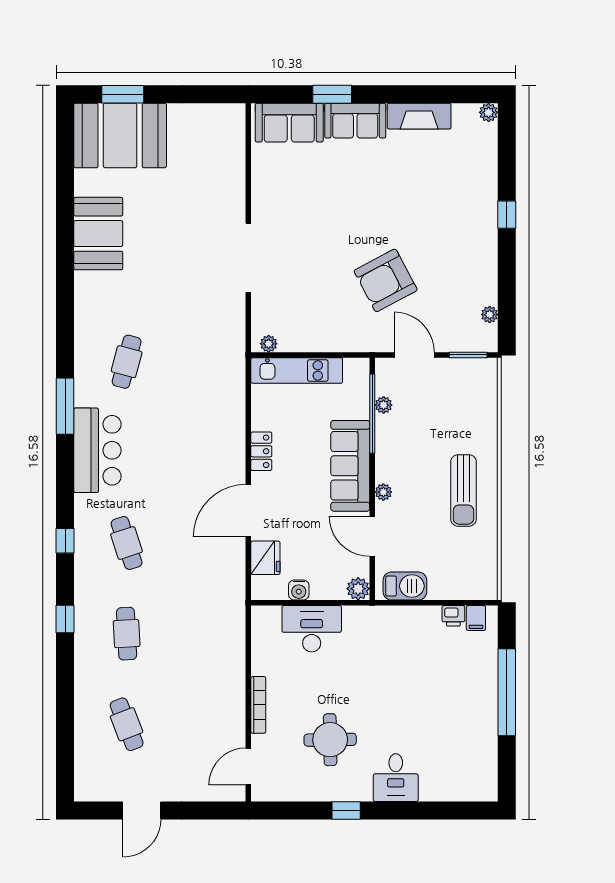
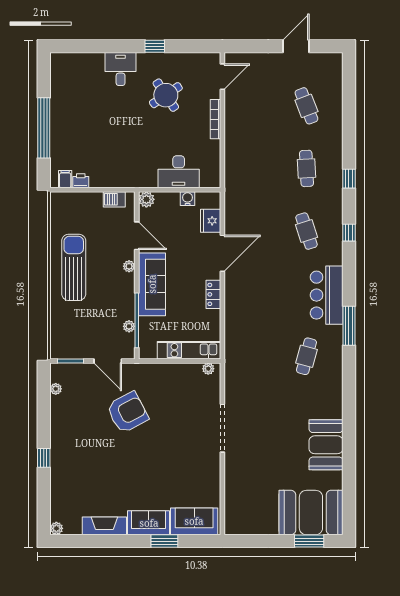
sun lounger: (463, 490) -> (74, 267), width x1.36, depth x1.34
barbecue: (405, 586) -> (114, 199), width x0.73, depth x0.79
round table: (330, 740) -> (166, 95), turned -33

